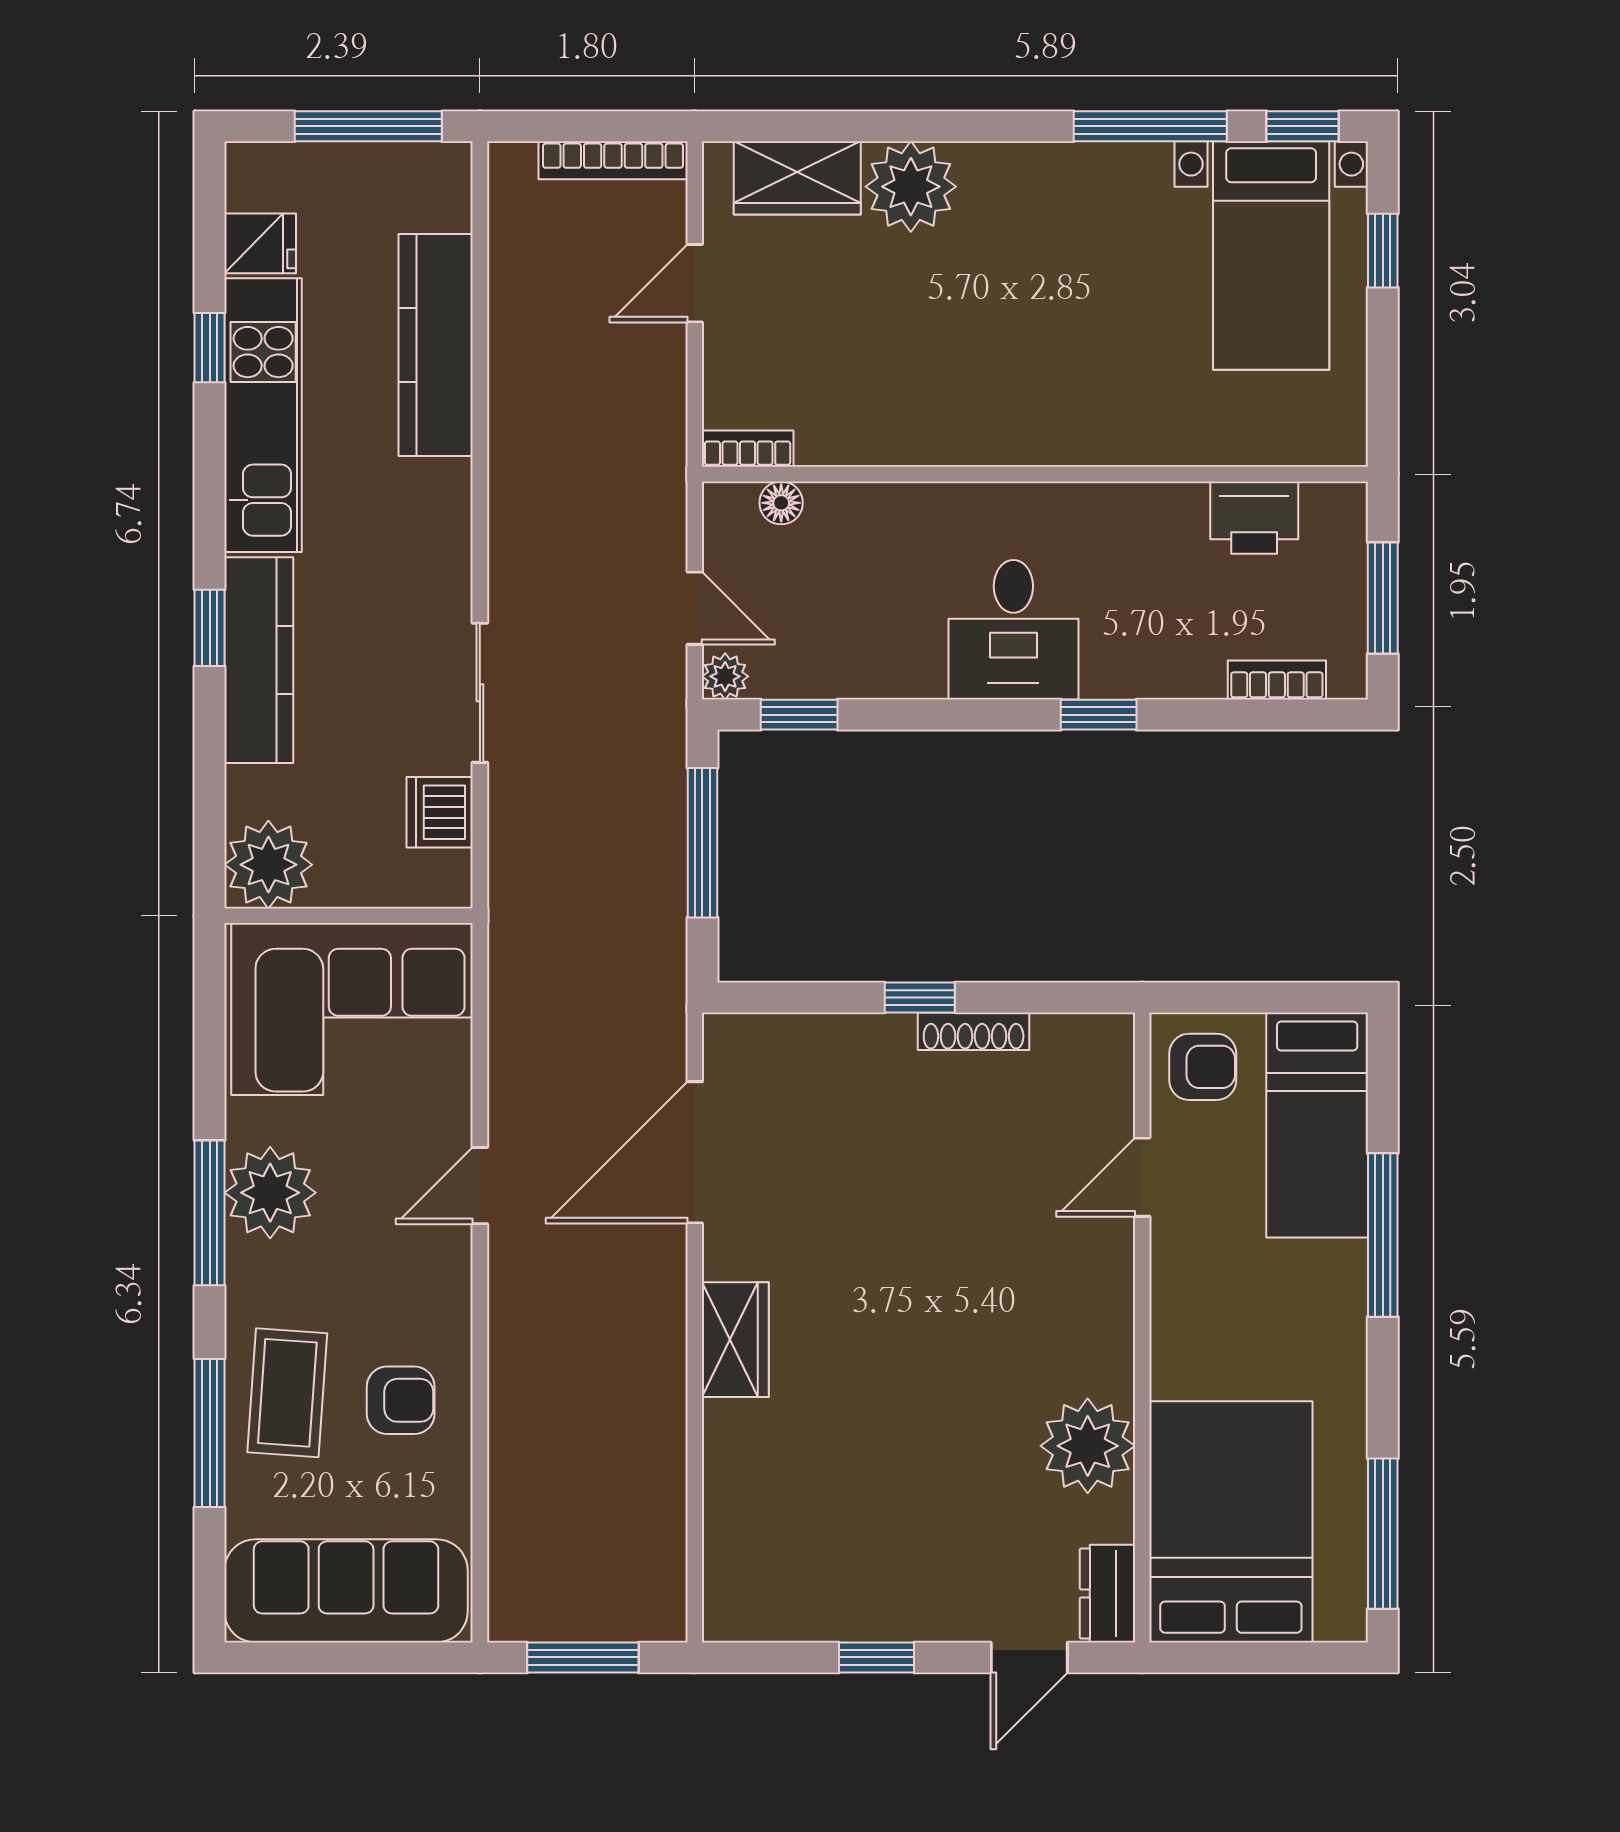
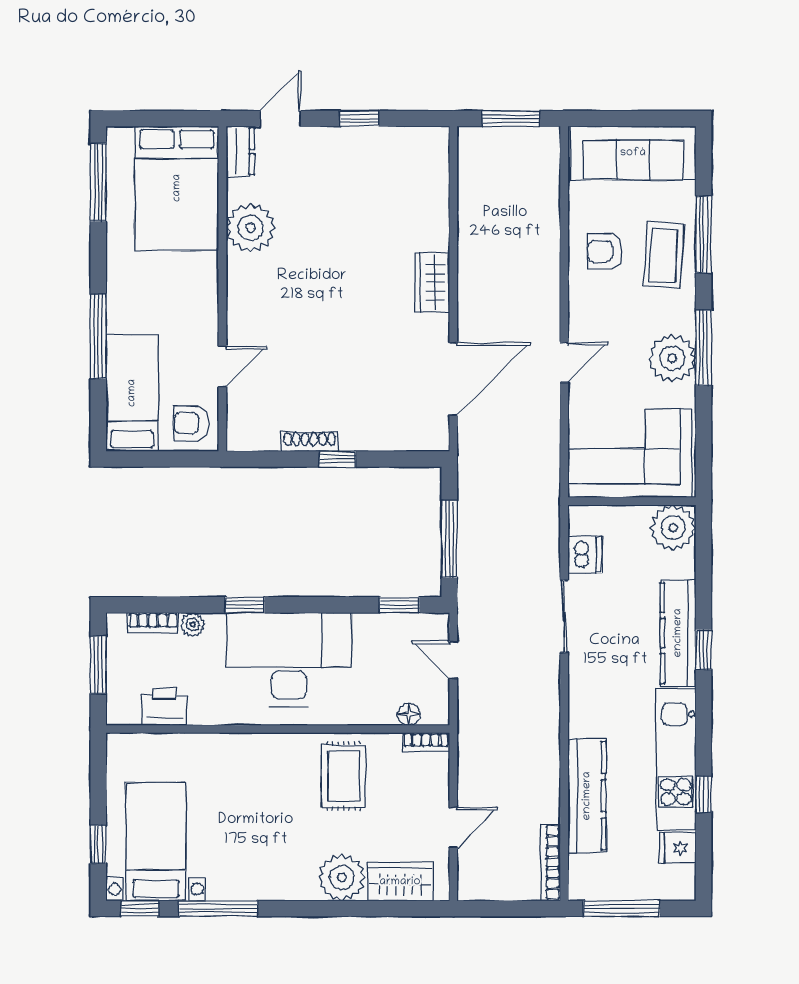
bookcase: (613, 160) -> (551, 862), moved, turned -90
rug: (907, 383) -> (344, 776), added
desk: (1013, 630) -> (289, 660), width x1.87, depth x1.30
plant: (725, 676) -> (193, 625), moved

